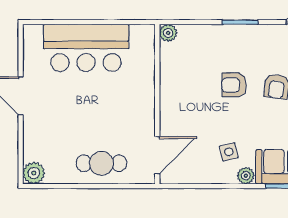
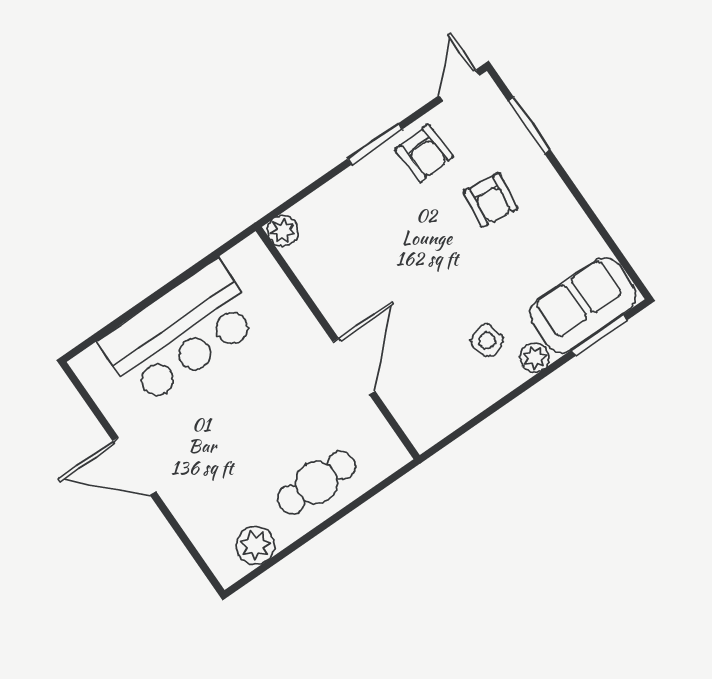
armchair: (234, 85) -> (424, 153), moved, turned -93
door: (157, 155) -> (354, 367), moved
plant: (34, 173) -> (255, 545), moved

